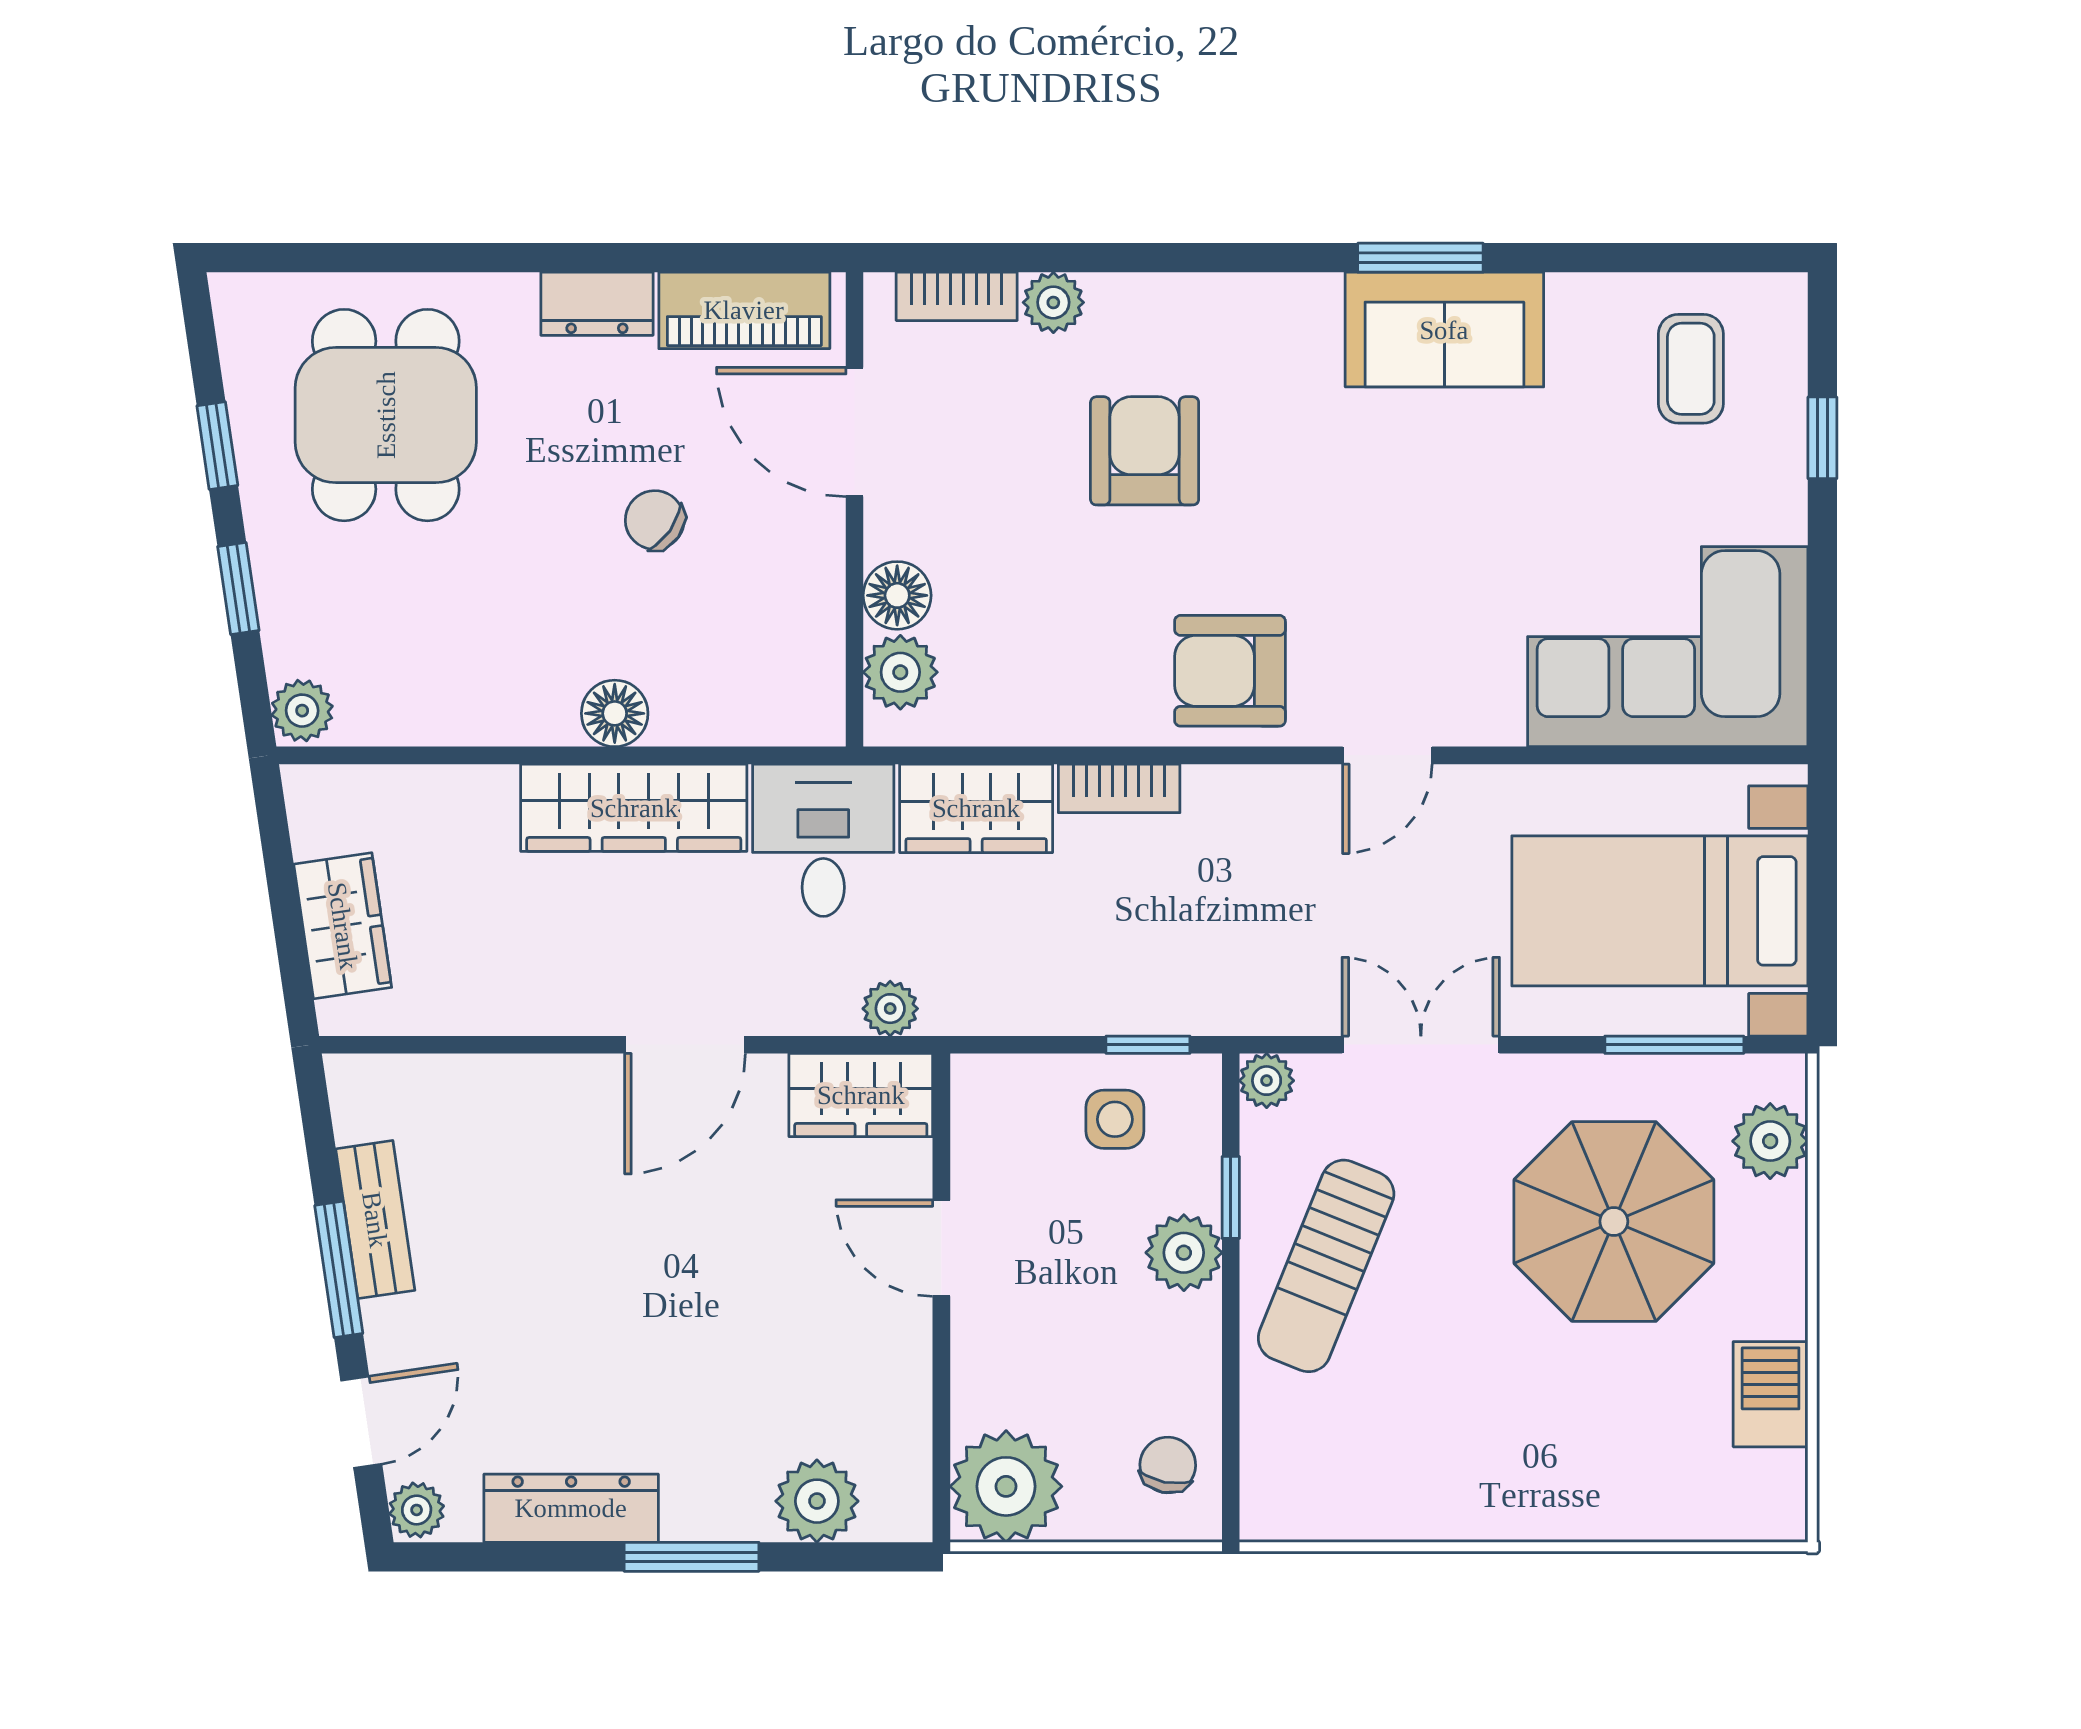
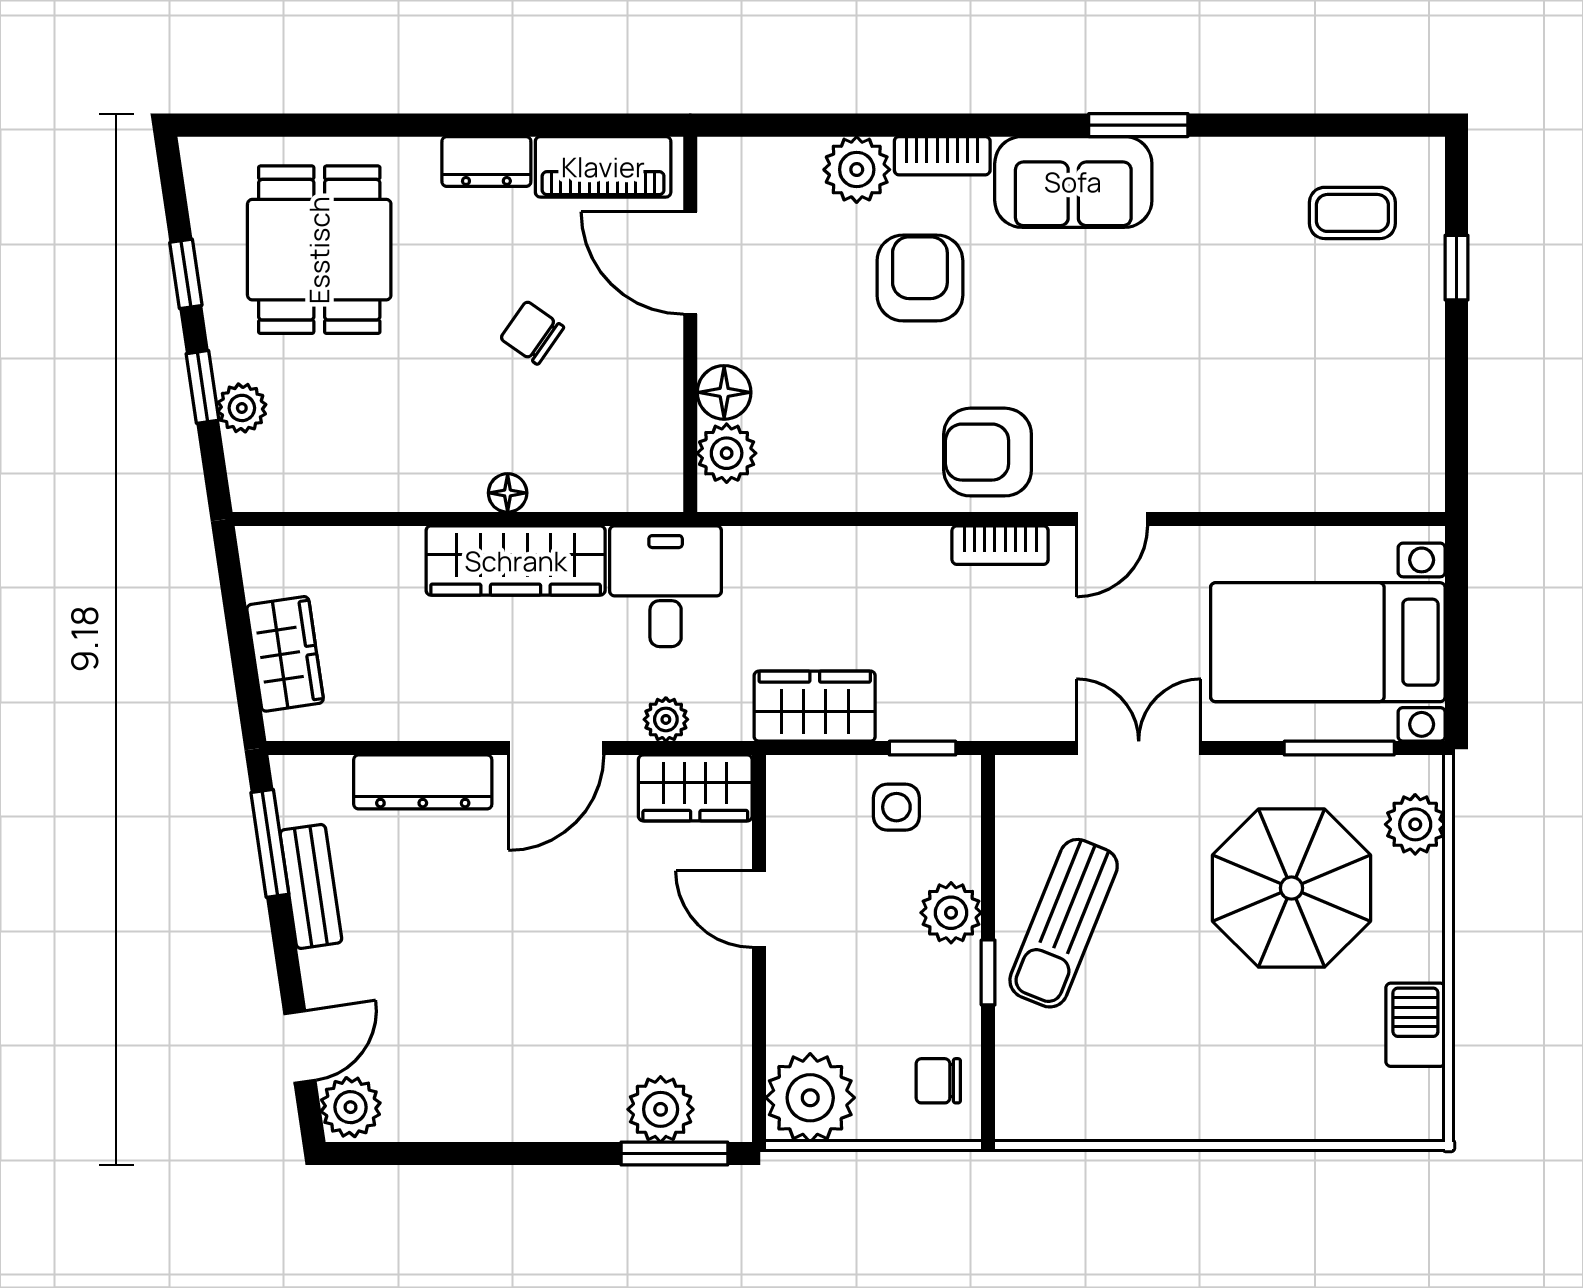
bookcase: (957, 296) -> (942, 156), moved
plant: (1053, 302) -> (857, 170), width x1.38, depth x1.38
sofa: (1444, 330) -> (1073, 182), moved
coffee table: (1691, 369) -> (1352, 213), turned 90
corner sofa: (1668, 647) -> (1334, 433), removed
plant: (302, 711) -> (242, 408), moved
floor lamp: (615, 713) -> (508, 493), width x0.73, depth x0.73
bookcase: (1119, 788) -> (1000, 545), moved
wardrobe: (976, 808) -> (815, 706), moved, turned 180
plant: (890, 1009) -> (666, 719), moved
plant: (1267, 1081) -> (1017, 776), removed
window: (1231, 1197) -> (988, 972), moved
window: (339, 1269) -> (270, 843), moved
chair: (1168, 1465) -> (938, 1081), turned -101
dresser: (571, 1508) -> (423, 782), moved, turned 180
plant: (417, 1510) -> (351, 1107), width x1.38, depth x1.38
window: (691, 1557) -> (674, 1154), moved

